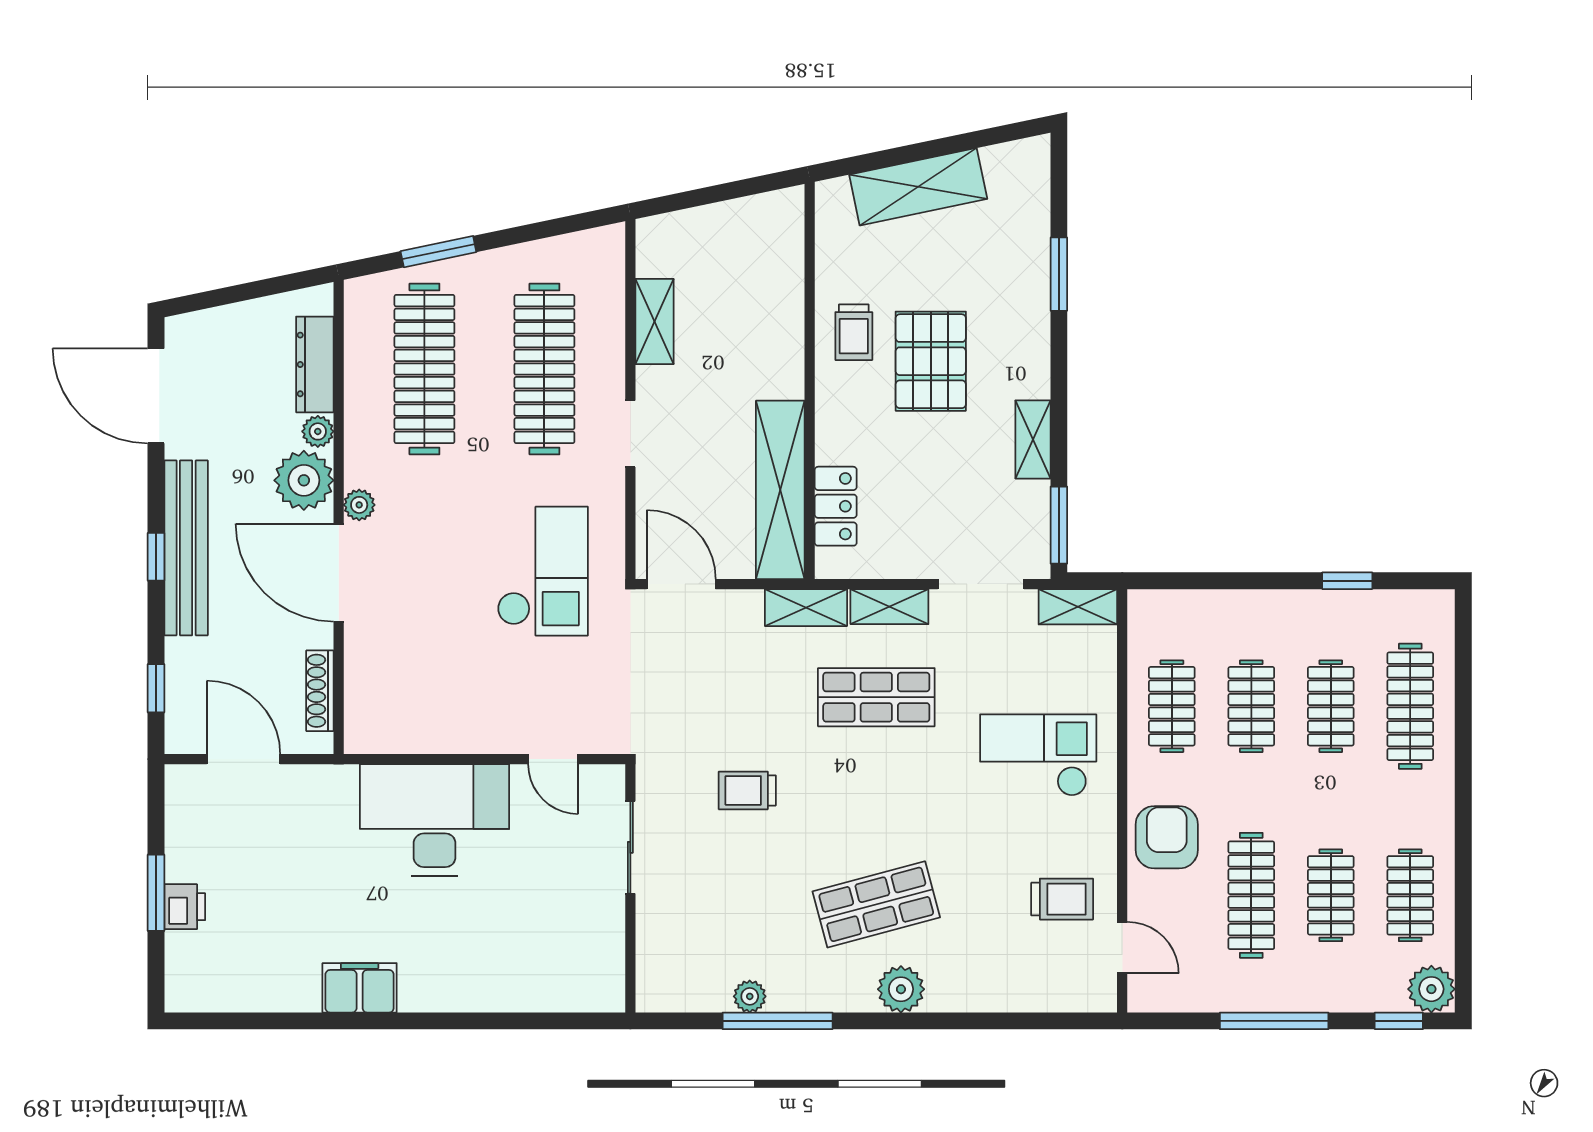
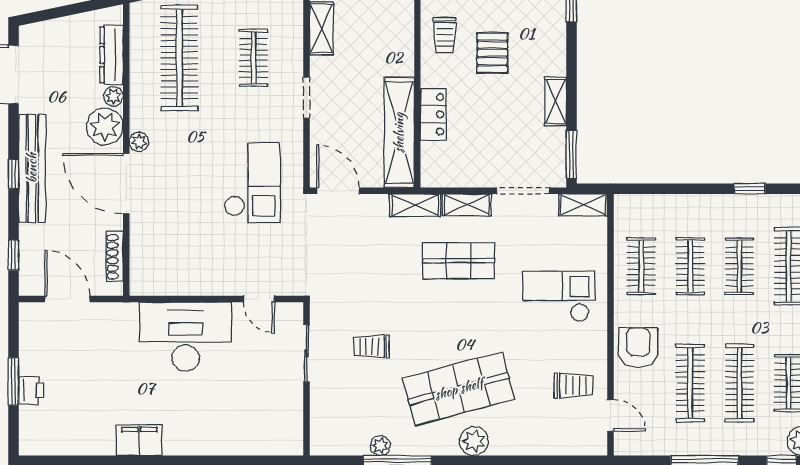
pallet: (931, 361) -> (492, 53), width x0.67, depth x0.71
clothes rail: (544, 369) -> (253, 58), width x0.54, depth x0.76
locker: (836, 506) -> (433, 114), moved
trolley: (747, 790) -> (371, 347), moved
clothes rail: (1331, 895) -> (739, 383), width x1.36
shop shelf: (876, 904) -> (459, 389), width x1.43, depth x1.36

